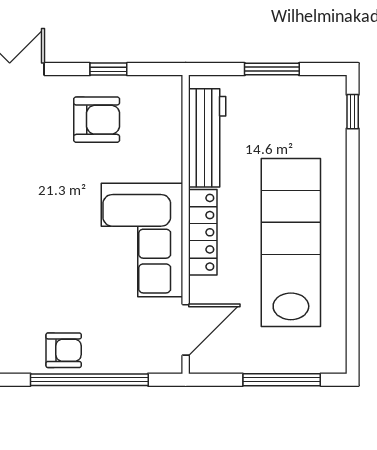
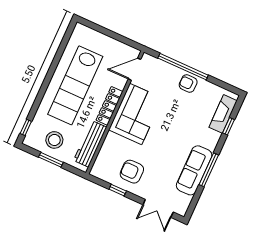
stool: (283, 113) -> (54, 140), added
window: (282, 380) -> (104, 31), removed

